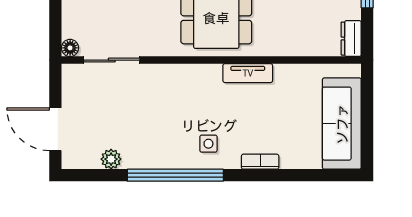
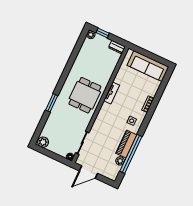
door: (55, 129) -> (88, 172), moved
piano: (153, 156) -> (126, 144), added
window: (175, 175) -> (131, 154), moved

